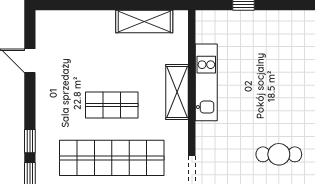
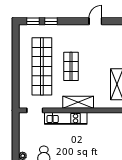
kitchen unit: (206, 82) -> (66, 118), moved

